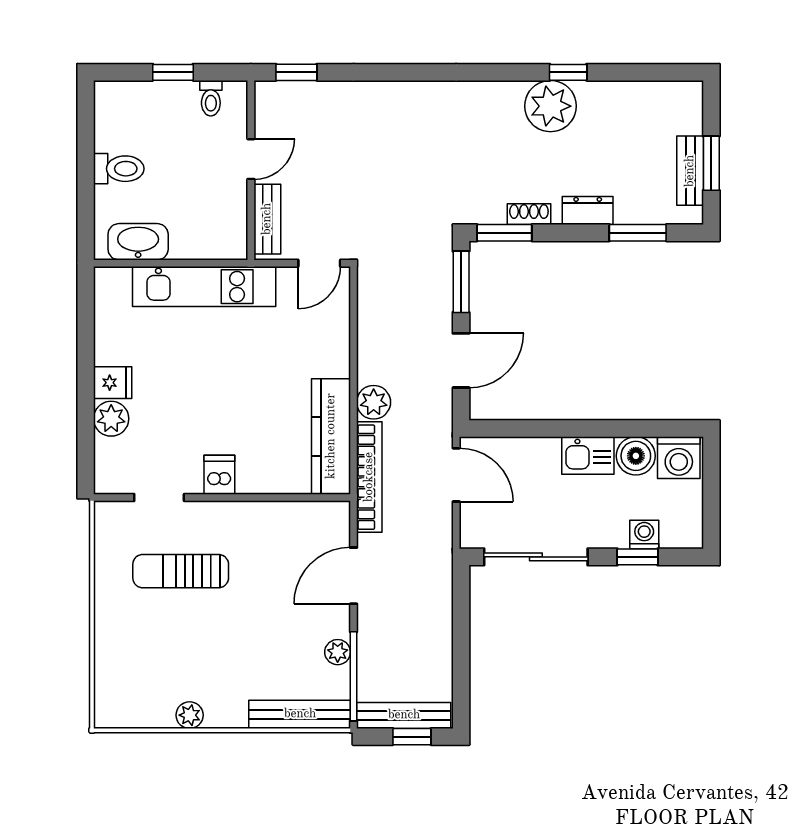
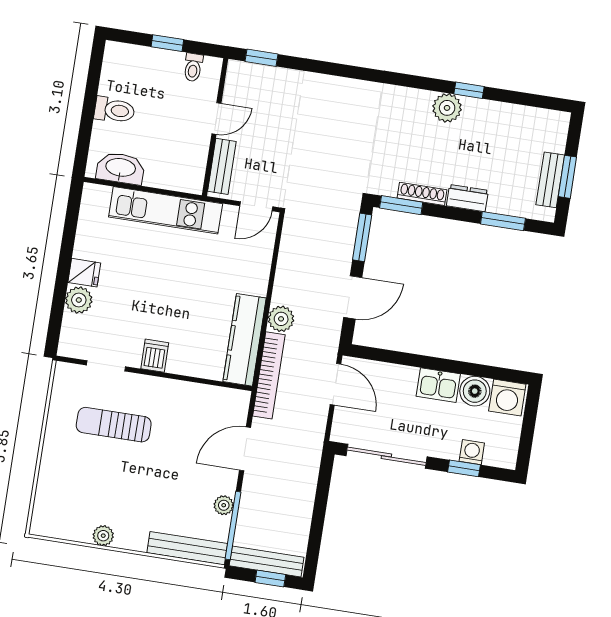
plant: (550, 106) -> (447, 108), width x0.73, depth x0.73
shoe rack: (529, 214) -> (422, 194), width x1.43

